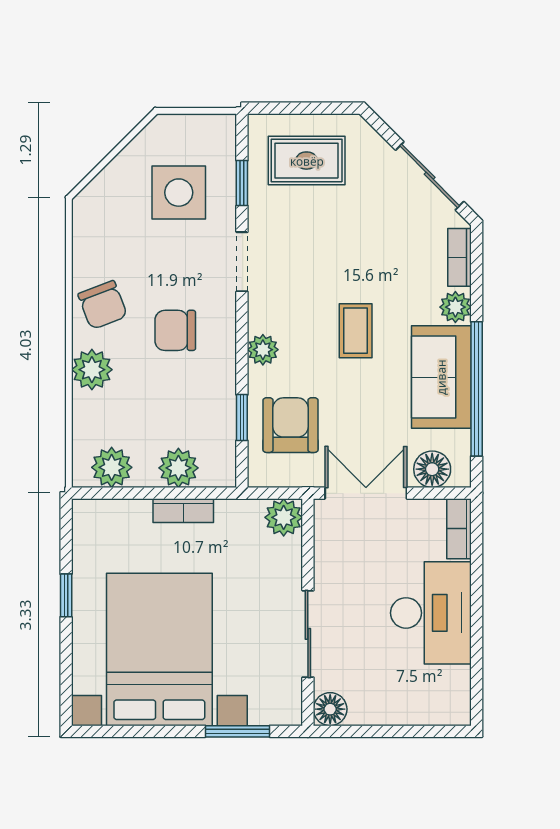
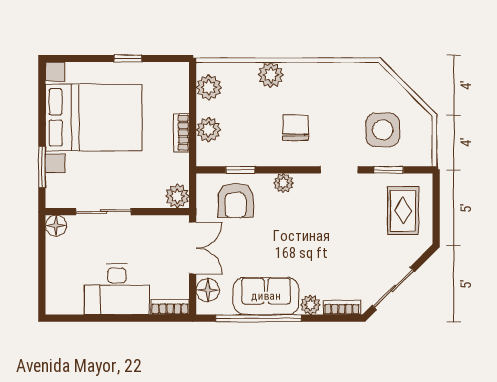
chair: (103, 305) -> (312, 82), removed
coffee table: (356, 331) -> (295, 242), removed
armchair: (290, 425) -> (236, 200), turned 90

